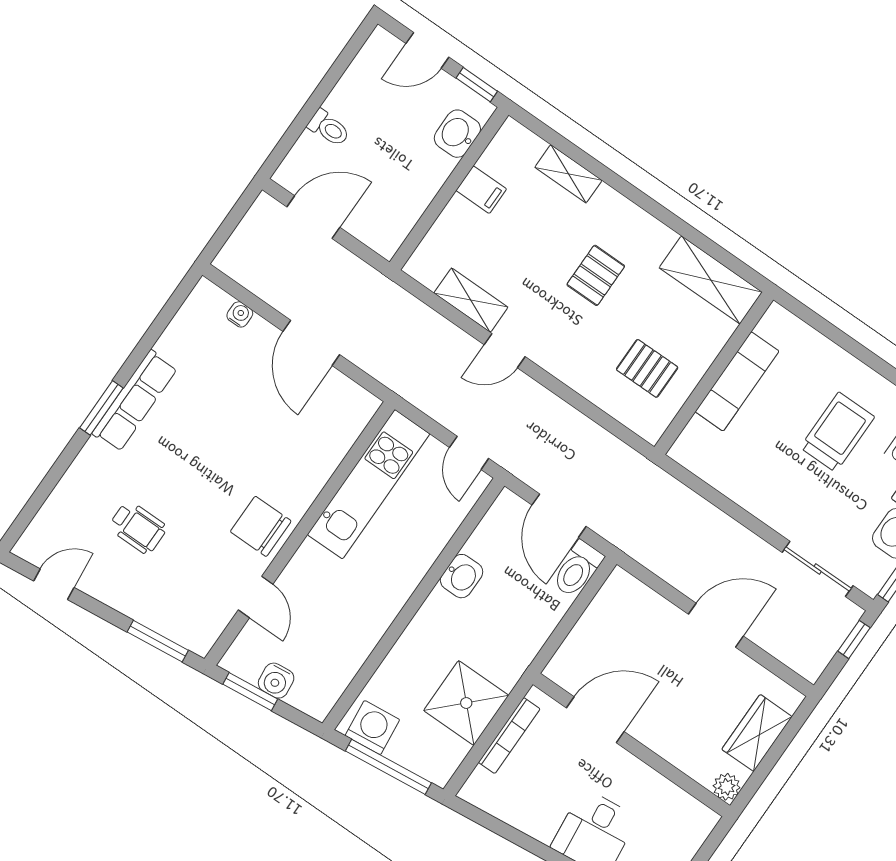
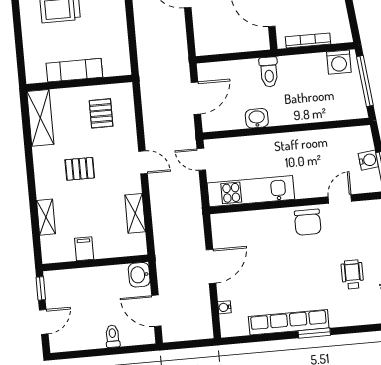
door: (427, 50) -> (44, 322), hinge flipped
washbasin: (457, 134) -> (139, 275), moved, turned 90
door: (505, 351) -> (143, 162), moved
row of seats: (135, 401) -> (289, 322), width x1.36
door: (469, 453) -> (201, 159), swing flipped
toilet: (577, 569) -> (269, 72), moved, turned 90
shower: (466, 703) -> (310, 71), removed
washing machine: (372, 728) -> (339, 62), moved, turned -84

